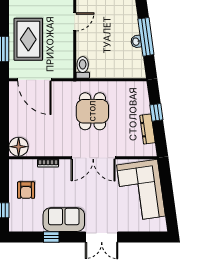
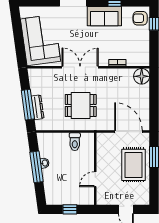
toilet: (83, 67) -> (75, 142), moved
dining table: (92, 111) -> (81, 105), turned 90
window: (156, 112) -> (28, 105), width x2.17
dresser: (147, 129) -> (38, 107), moved
armchair: (26, 190) -> (140, 18), moved, turned -90

